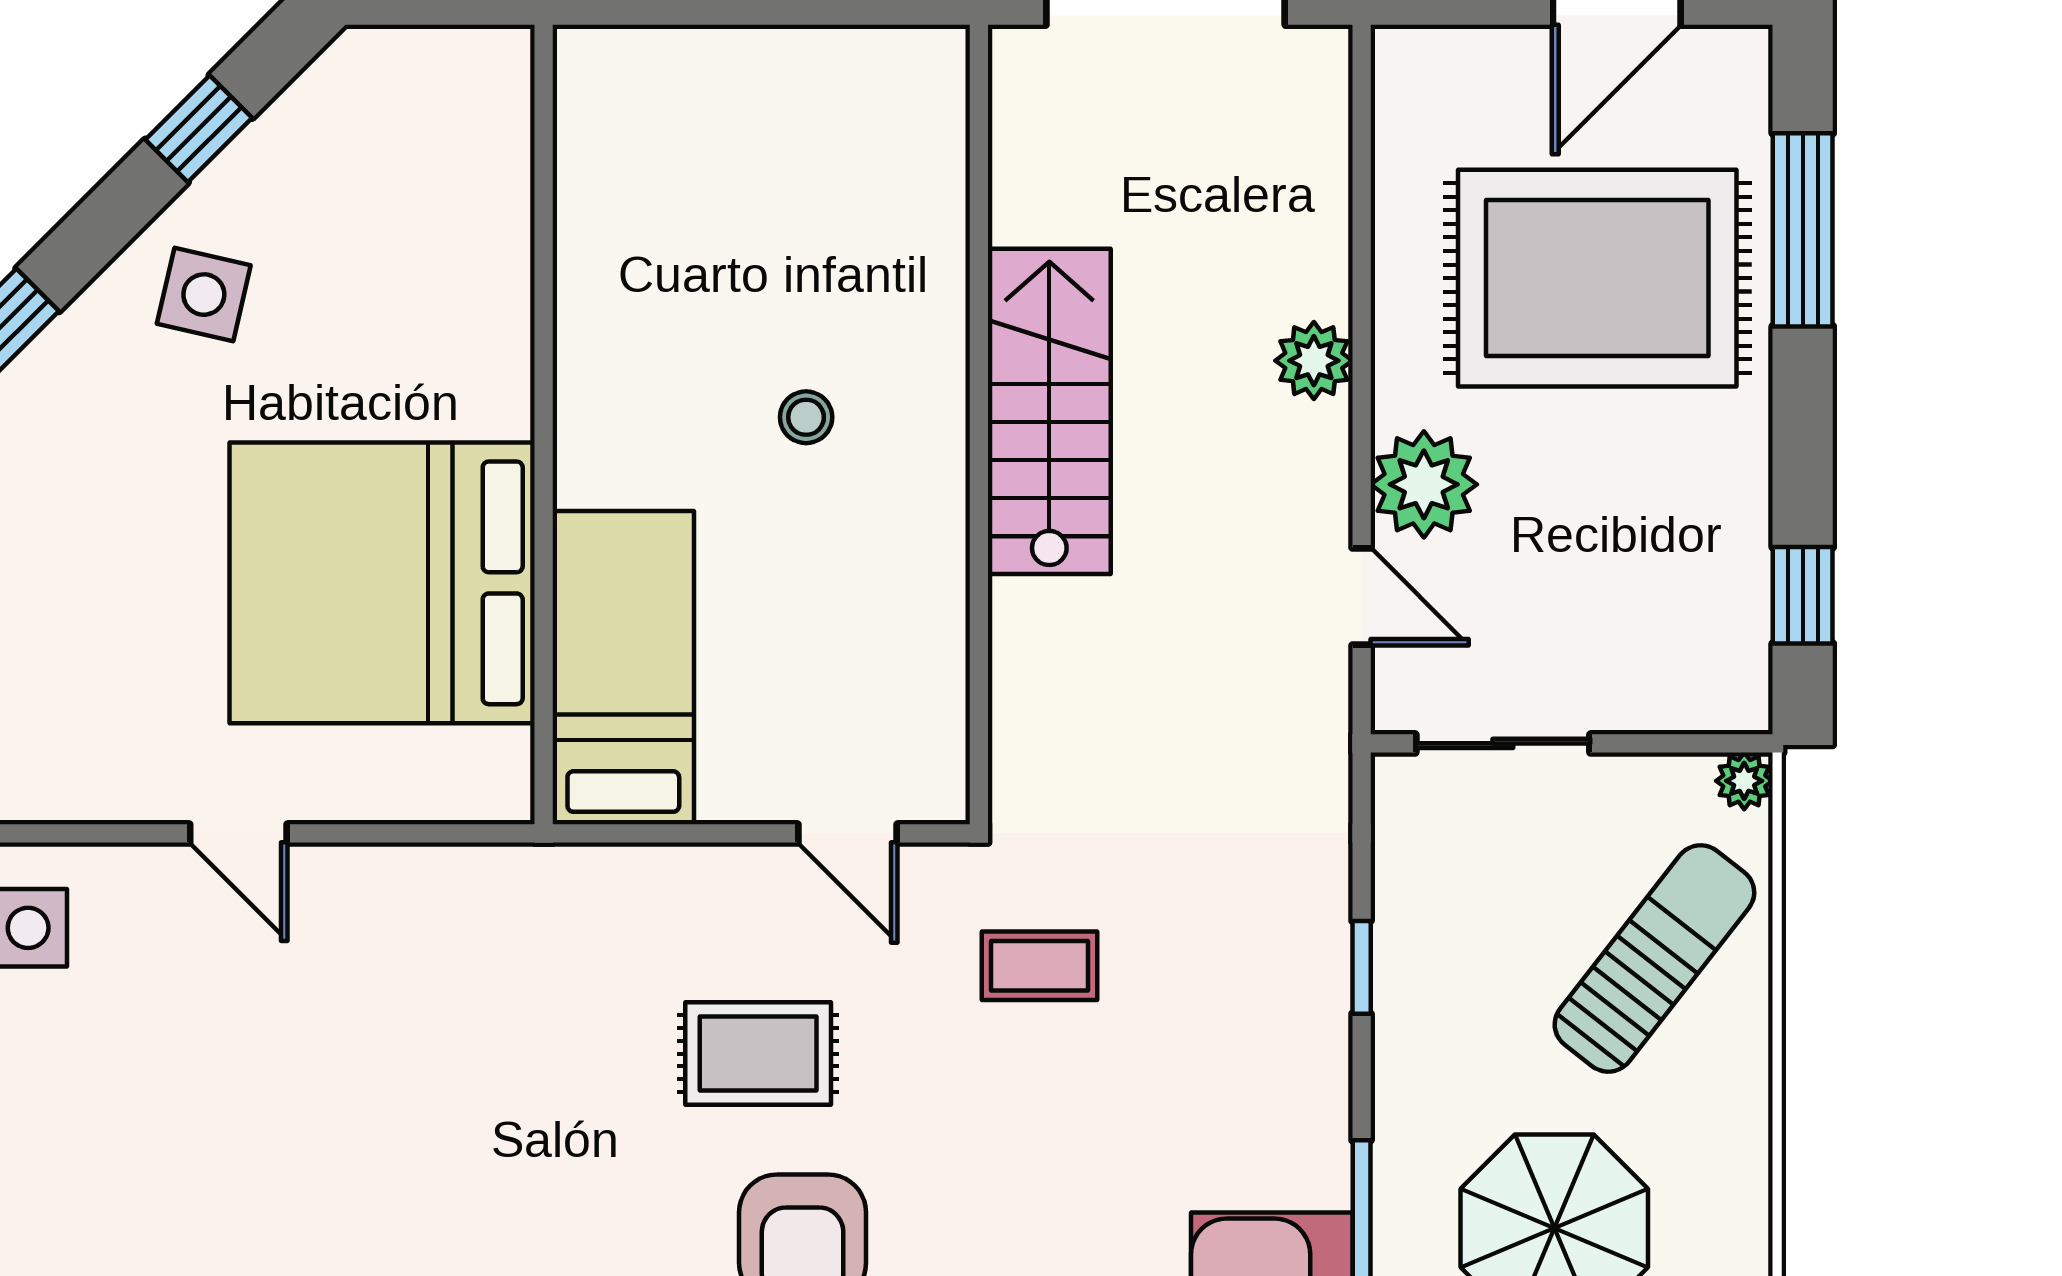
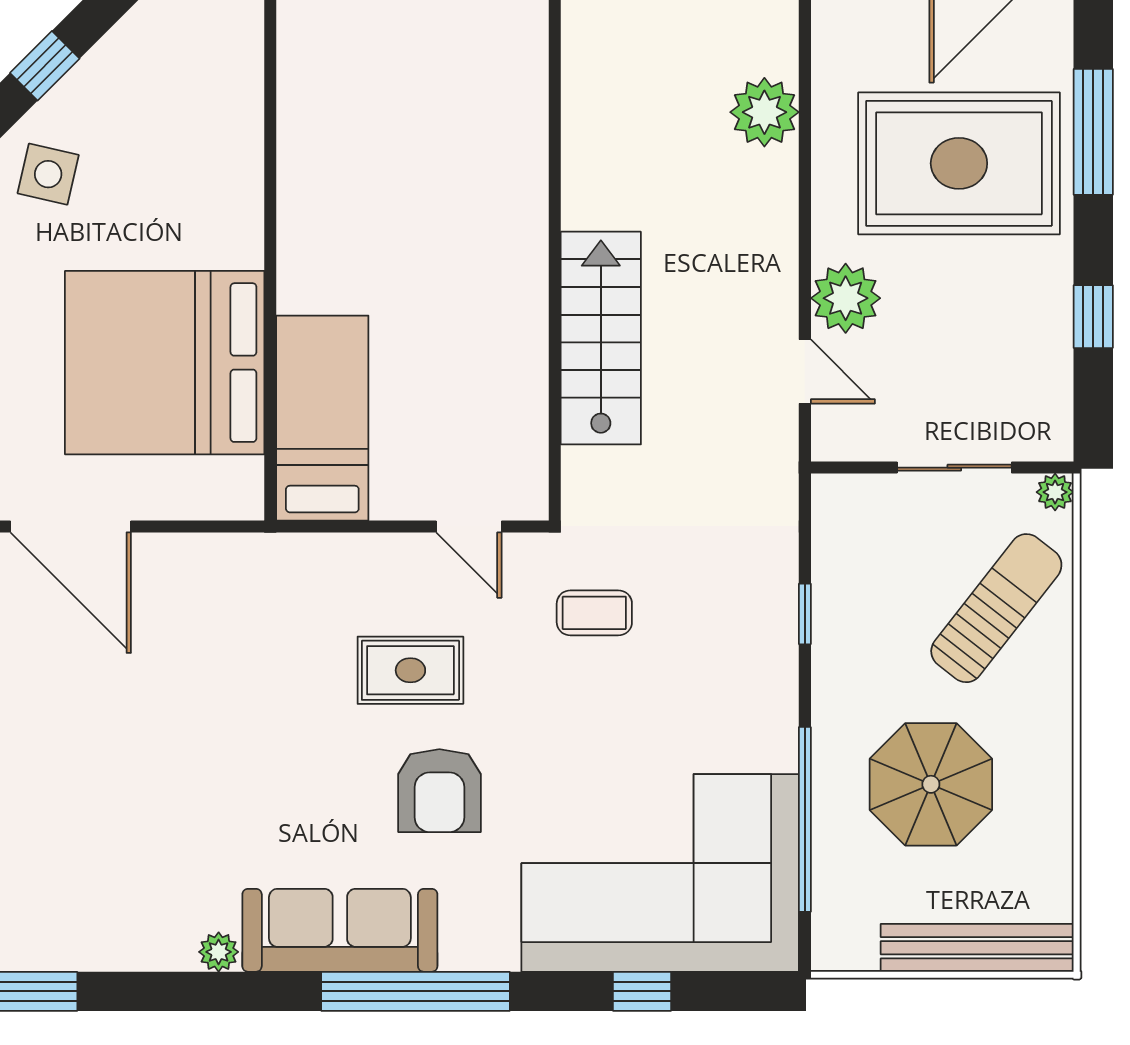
plant: (1314, 361) -> (764, 112), moved, width x1.36, depth x1.36
stairs: (1049, 411) -> (601, 338), moved
stool: (806, 417) -> (442, 254), removed
window: (1803, 595) -> (1093, 317), moved
sliding door: (1503, 743) -> (954, 468), moved
door: (238, 833) -> (71, 526), width x1.87

